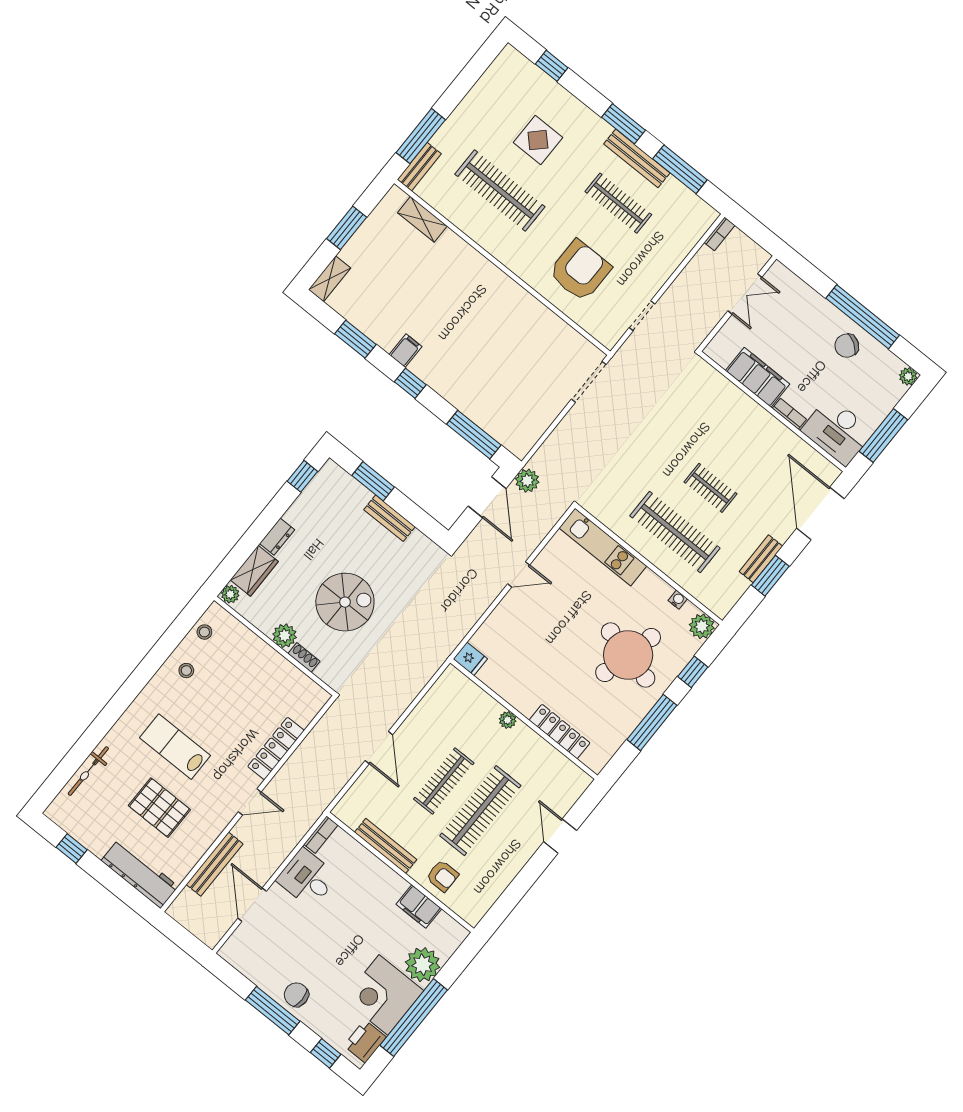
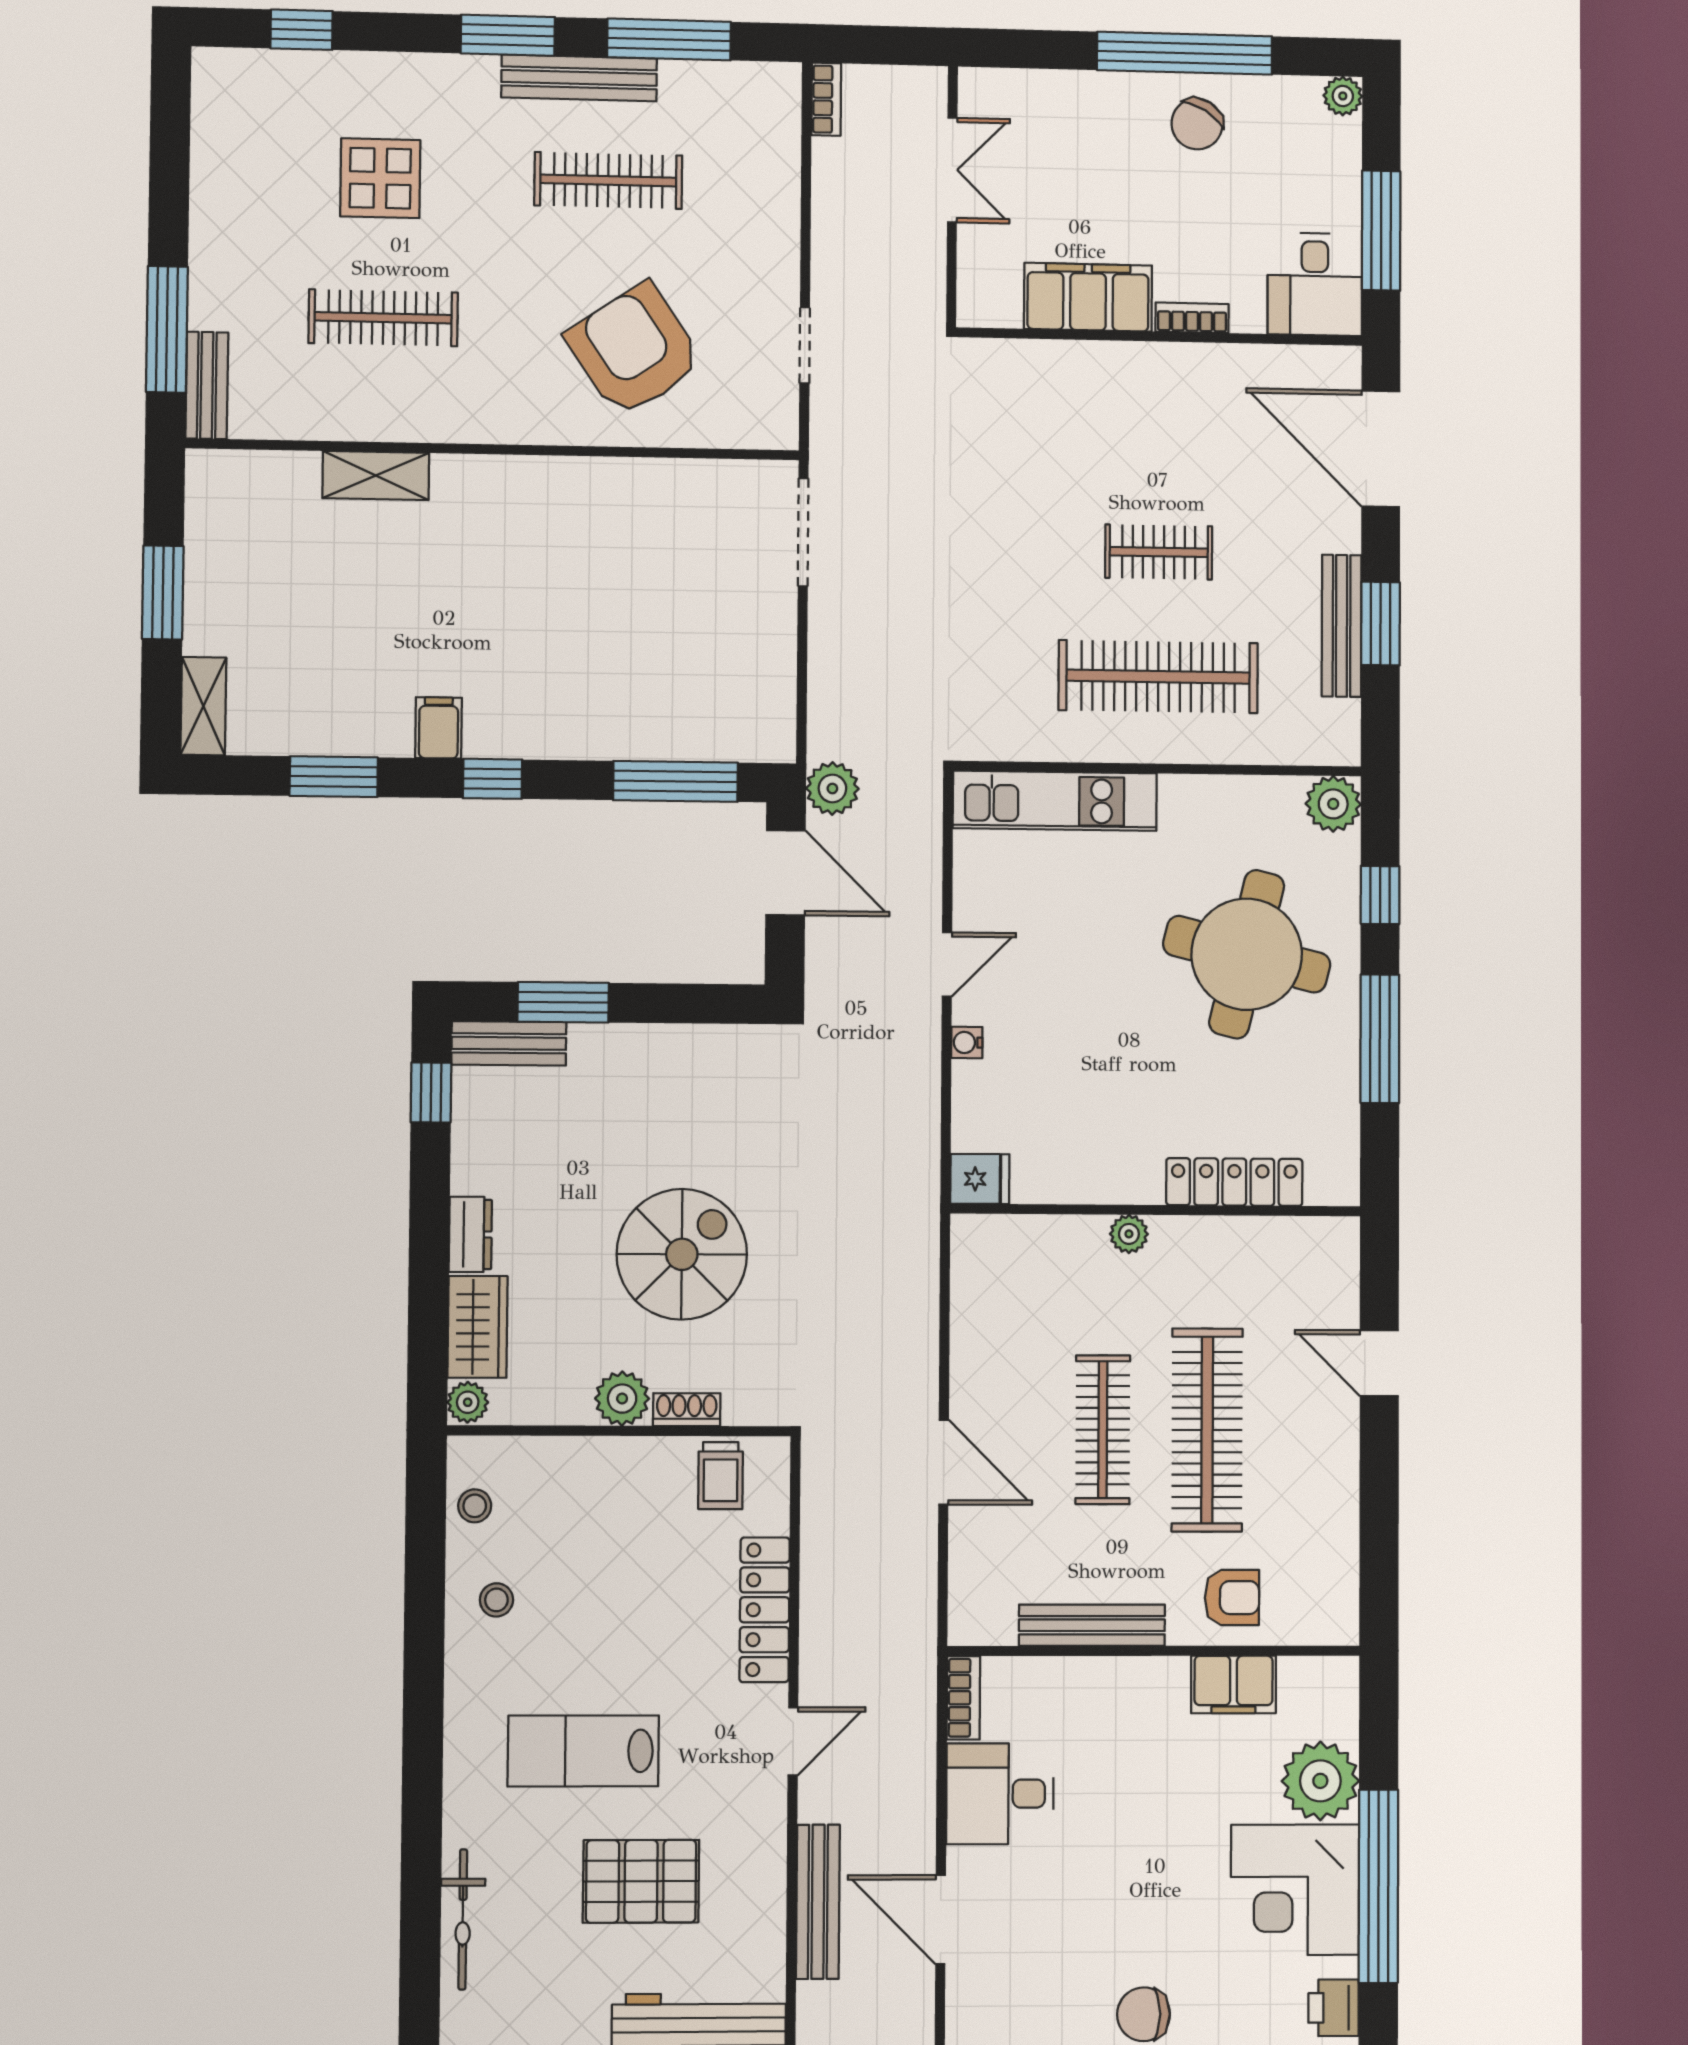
clothes rail: (500, 190) -> (383, 318), width x0.73, depth x0.76
shelving: (422, 219) -> (376, 476), moved
armchair: (580, 271) -> (634, 350), turned -34
desk: (837, 431) -> (1315, 284), width x0.73
bench: (389, 518) -> (509, 1043), moved
bench: (761, 559) -> (1342, 626), width x1.36
water cooler: (678, 600) -> (967, 1043), moved, turned -90
trolley: (298, 690) -> (721, 1476), added
printer: (365, 1041) -> (1334, 2008), width x0.73, depth x0.81

